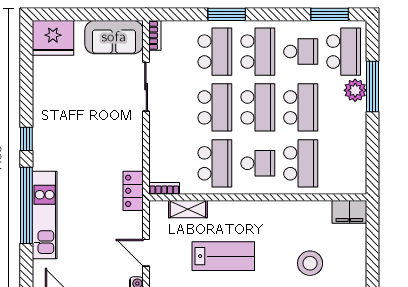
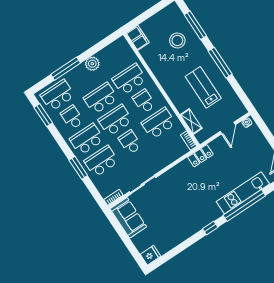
fridge: (53, 38) -> (150, 255), width x0.53, depth x0.75
plant: (355, 90) -> (92, 64), moved
school desk: (215, 107) -> (130, 142), width x0.54

